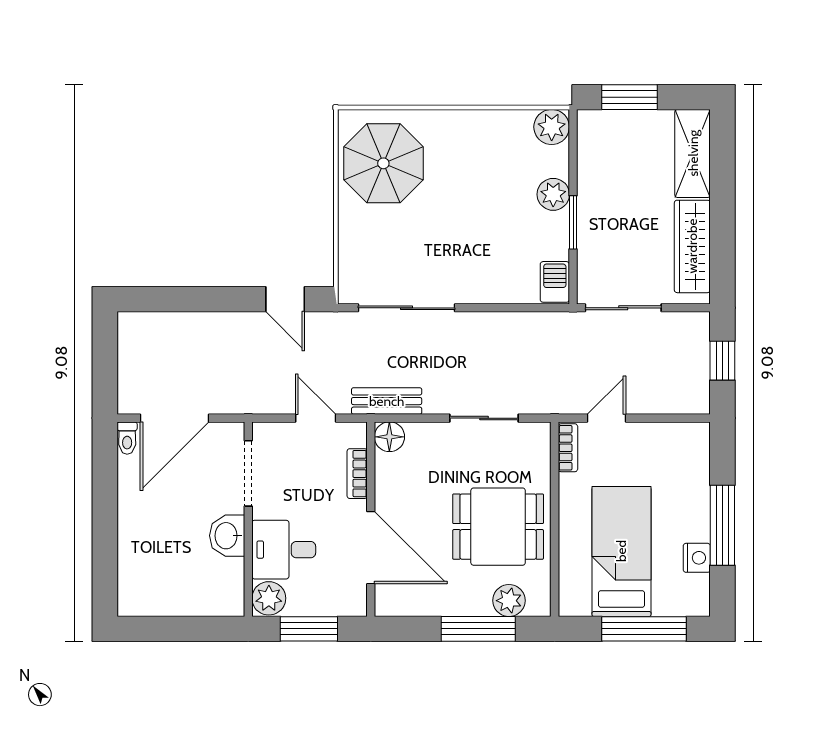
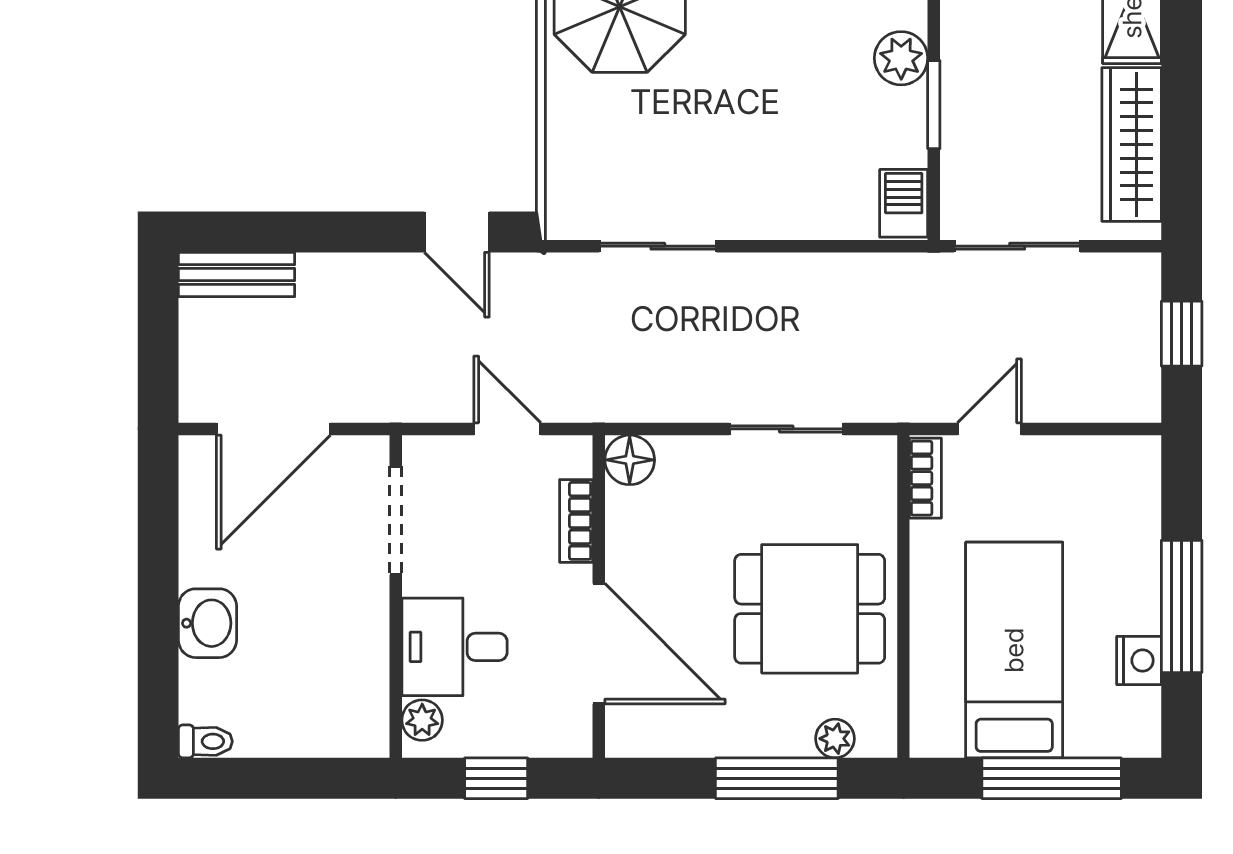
sliding door: (406, 308) -> (658, 246), width x0.73
bench: (387, 401) -> (237, 274), moved
toilet: (127, 438) -> (205, 741), moved, turned -90
washbasin: (227, 536) -> (207, 623), moved, turned 180
plant: (269, 598) -> (422, 720), width x0.73, depth x0.73
plant: (509, 601) -> (835, 739), width x0.73, depth x0.73
window: (309, 629) -> (496, 778), width x0.67

